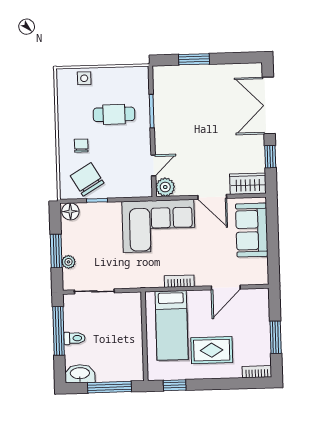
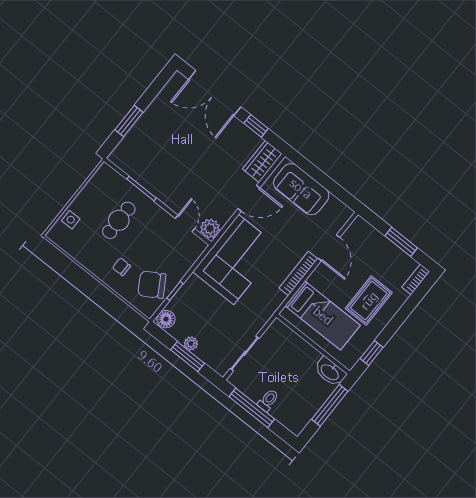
plant: (69, 262) -> (191, 343), moved
bookcase: (179, 281) -> (298, 273), width x1.56
washbasin: (80, 374) -> (330, 372), moved, turned -90

